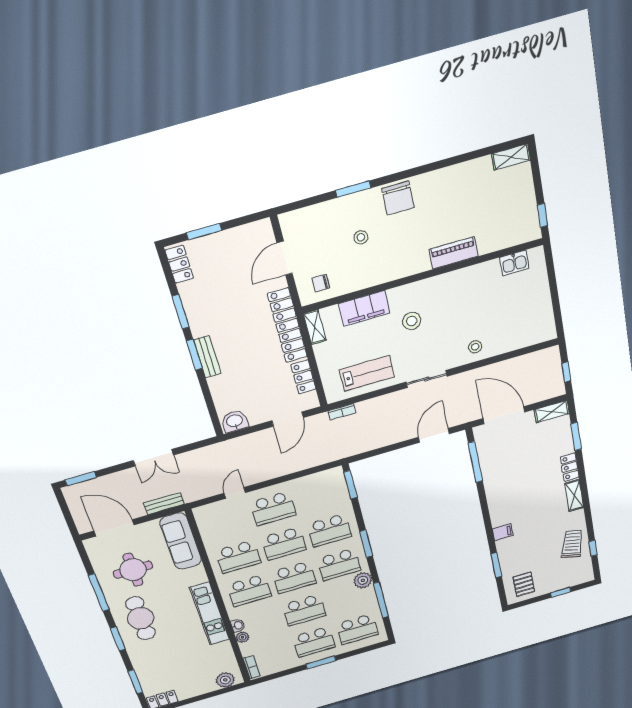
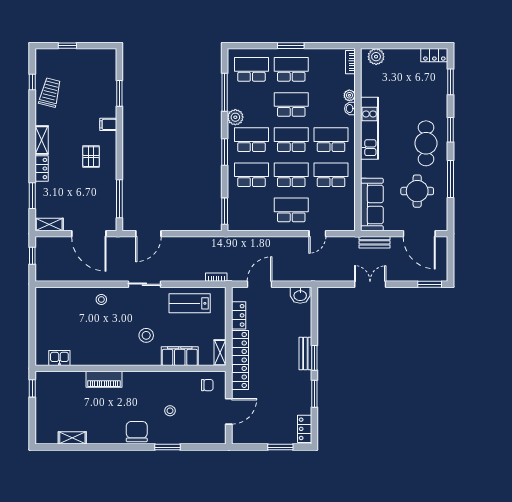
shelving: (511, 157) -> (72, 438), moved
trolley: (572, 544) -> (50, 92), turned 180
pallet: (524, 584) -> (91, 157), moved

